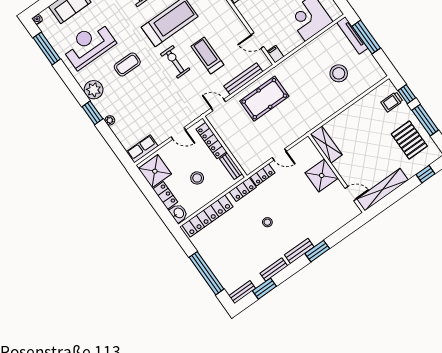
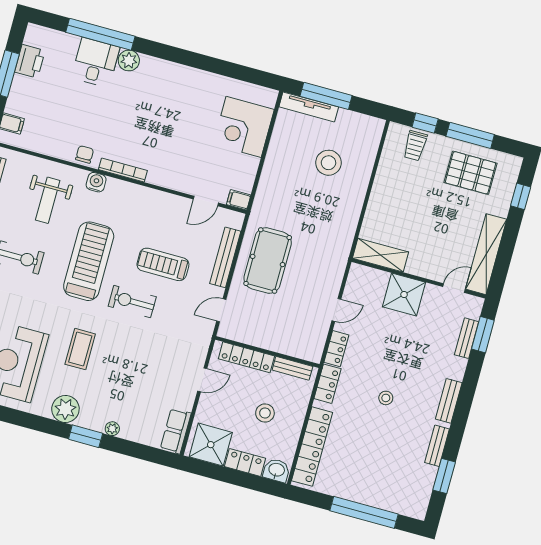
window: (317, 251) -> (483, 335), moved
bench: (242, 292) -> (467, 338), moved

